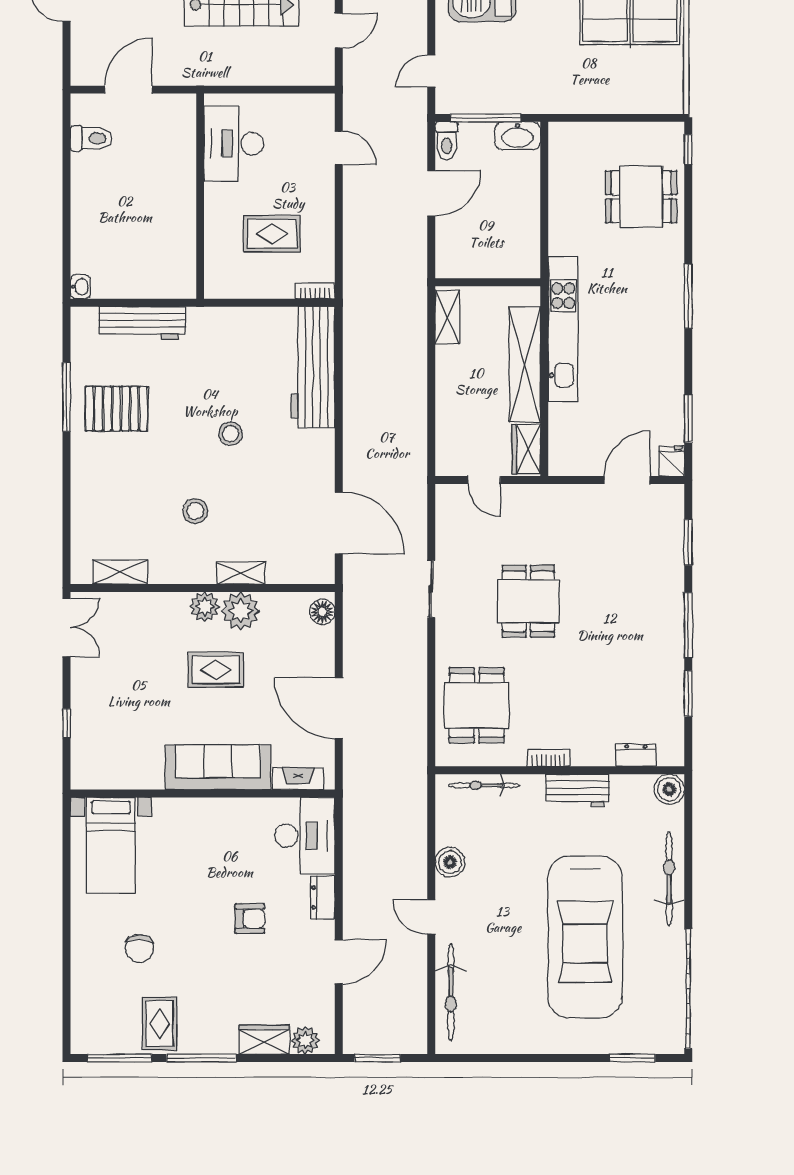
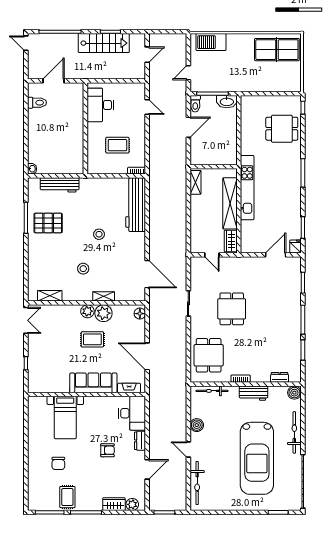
bed with nightstands: (111, 845) -> (65, 418), moved

